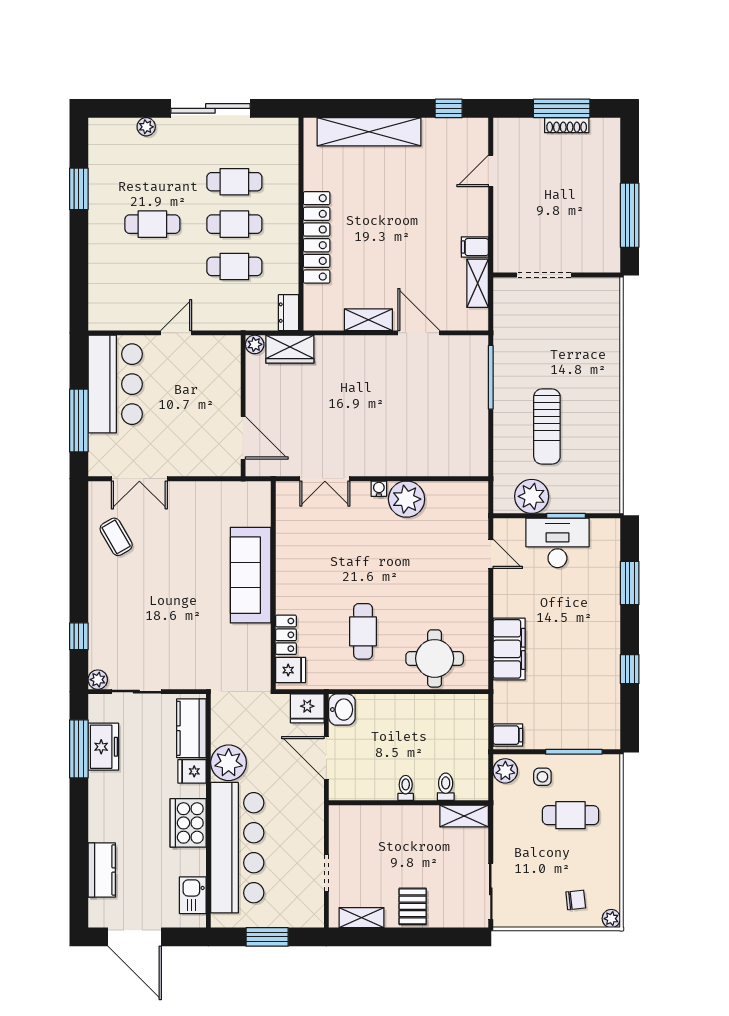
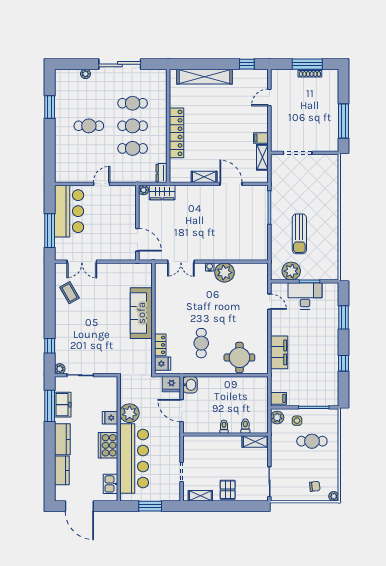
kitchen counter: (191, 728) -> (62, 439), moved, turned 180

